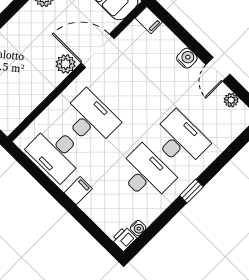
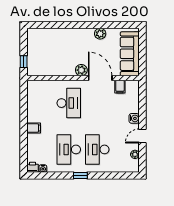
filing cabinet: (149, 20) -> (120, 87), moved
desk: (180, 140) -> (97, 149), turned 180
desk: (56, 153) -> (40, 103), removed
desk: (146, 174) -> (69, 149), turned 180

